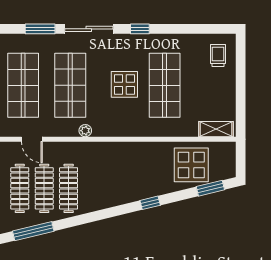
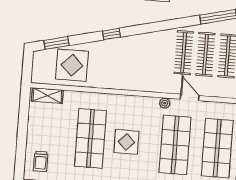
door: (32, 139) -> (190, 97), moved

